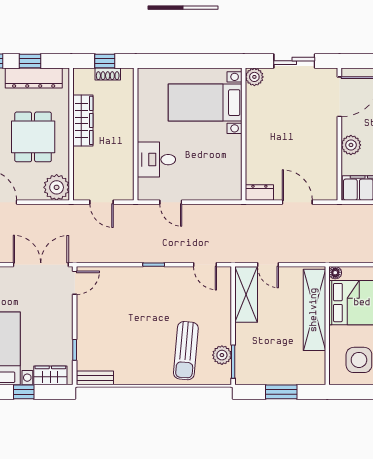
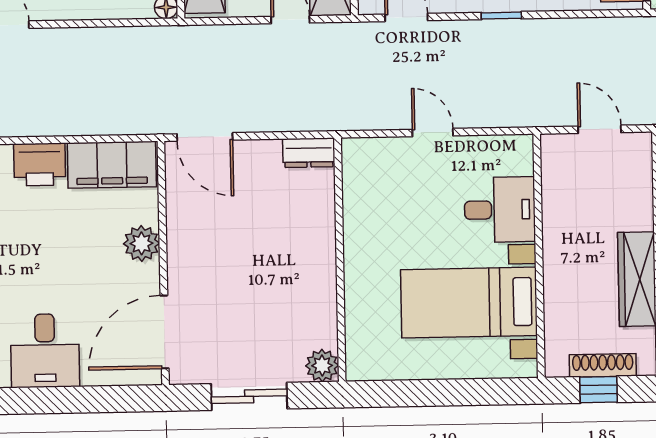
shoe rack: (108, 74) -> (603, 365), width x1.43
bed with nightstands: (205, 103) -> (469, 303), moved, turned 180
door: (171, 202) -> (433, 133), moved
door: (297, 202) -> (205, 137), moved

